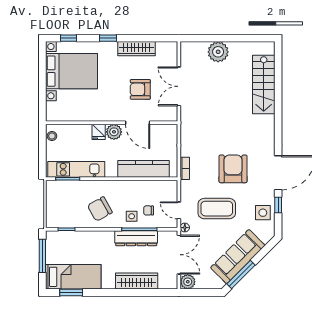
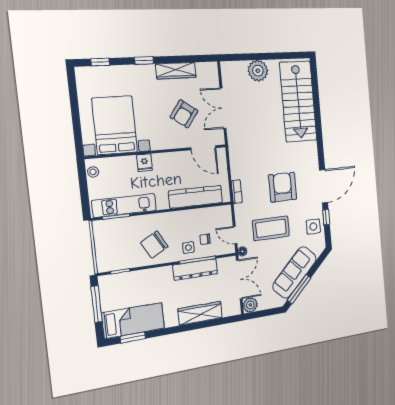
bed with nightstands: (72, 71) -> (115, 125), moved, turned -90
stairs: (264, 84) -> (298, 101), width x1.36, depth x1.51
armchair: (140, 89) -> (184, 114), turned -54
door: (138, 123) -> (203, 148), moved
plant: (114, 132) -> (161, 161), removed

